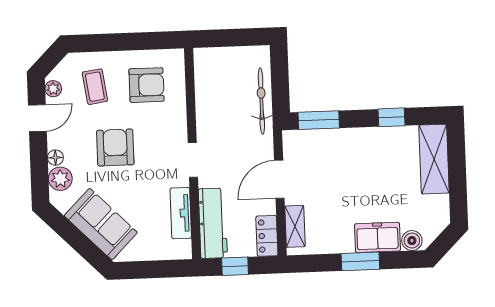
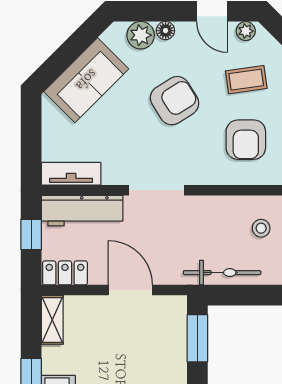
stool: (222, 69) -> (261, 228), added
armchair: (115, 148) -> (175, 101), turned -32
doorway: (193, 160) -> (157, 190), width x1.38
tv unit: (181, 213) -> (71, 174), moved
shelving: (295, 226) -> (52, 320), moved, turned 90

